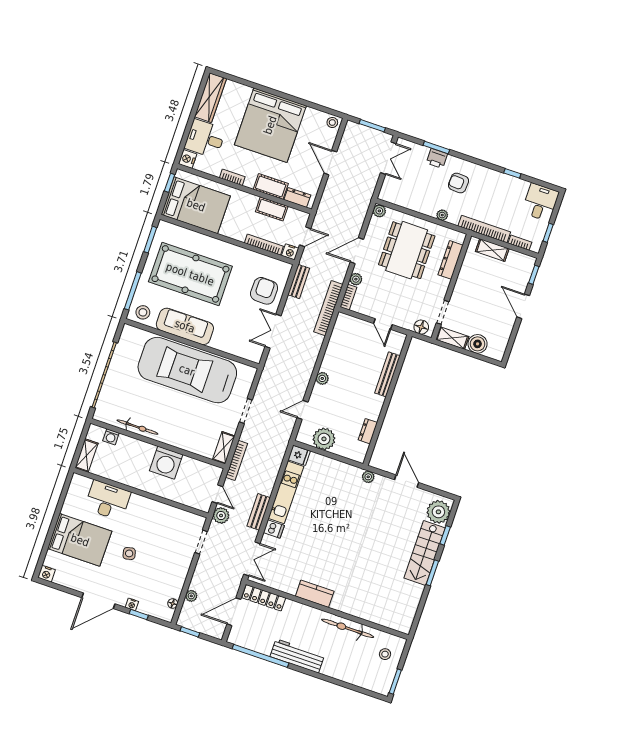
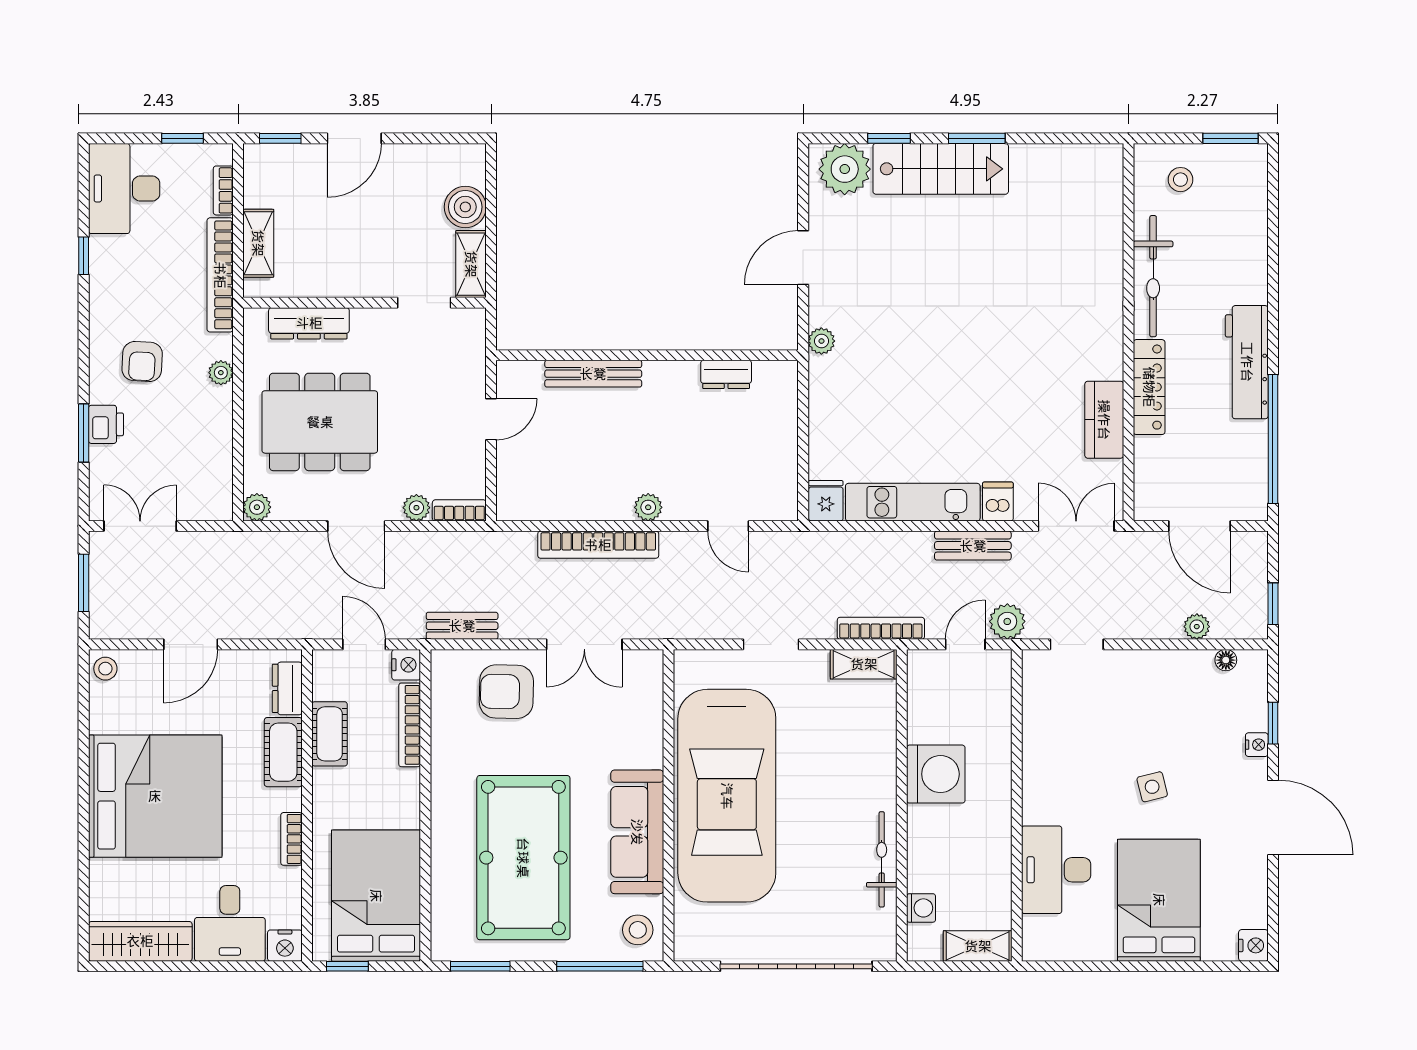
desk: (540, 202) -> (124, 189), width x1.37
bookcase: (328, 308) -> (598, 545), moved
floor lamp: (421, 327) -> (470, 337), removed
plant: (324, 439) -> (774, 461), removed
kitchen counter: (315, 594) -> (1104, 420), moved
locker: (264, 598) -> (1149, 387), moved

